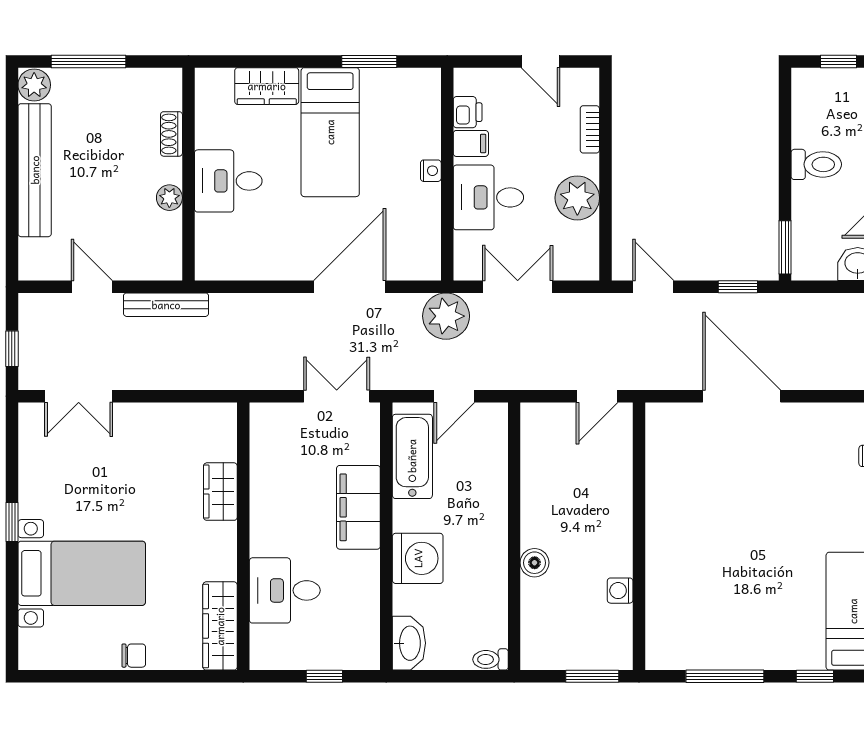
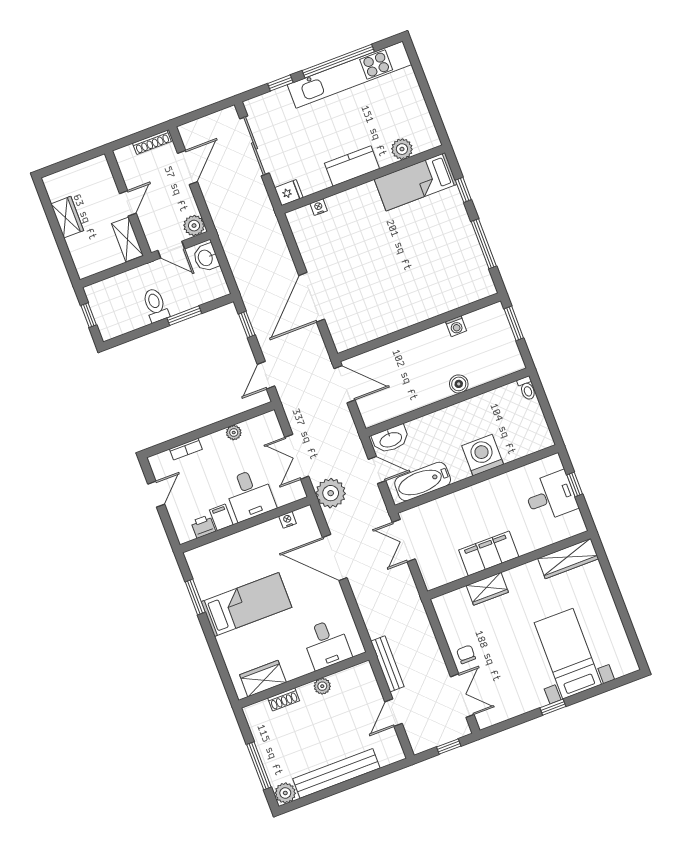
wardrobe: (267, 86) -> (263, 679), moved, turned -90
nightstand: (431, 171) -> (288, 520), moved
desk: (228, 181) -> (327, 644), moved
plant: (577, 198) -> (234, 433), width x0.53, depth x0.53
window: (785, 247) -> (184, 316), moved
door: (597, 396) -> (345, 384), width x1.38
filing cabinet: (358, 507) -> (489, 553), moved, turned 180
desk: (285, 590) -> (551, 496), moved, turned -90
washbasin: (409, 643) -> (391, 439), moved, turned 180
chair: (134, 656) -> (466, 654), moved

